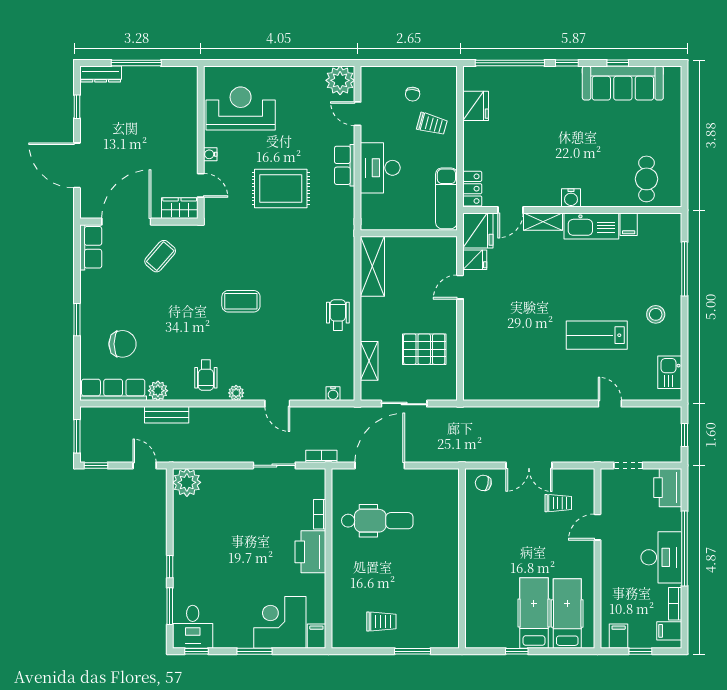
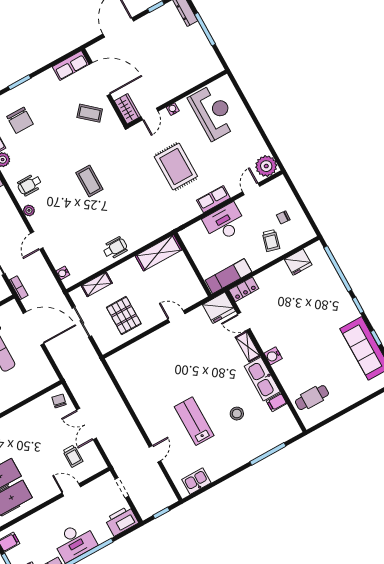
fridge: (475, 260) -> (199, 316), removed
stool: (656, 314) -> (237, 414), moved

